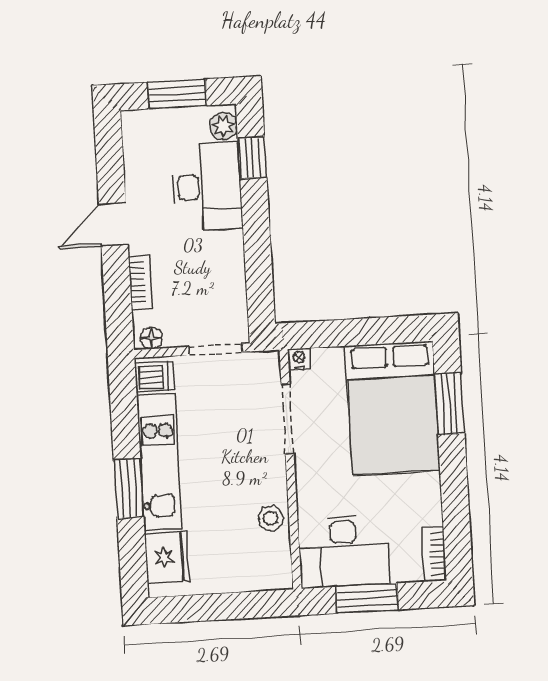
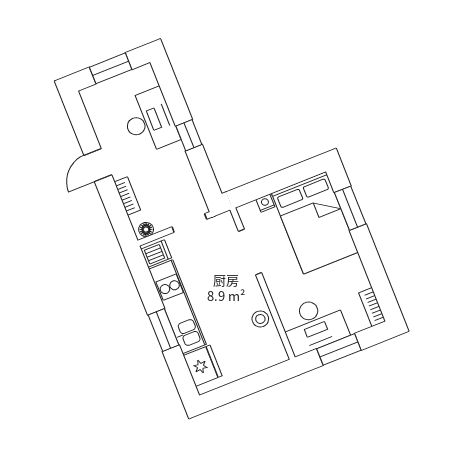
plant: (224, 126) -> (147, 79), removed
window: (252, 158) -> (189, 135), moved
nightstand: (299, 359) -> (265, 203), moved

